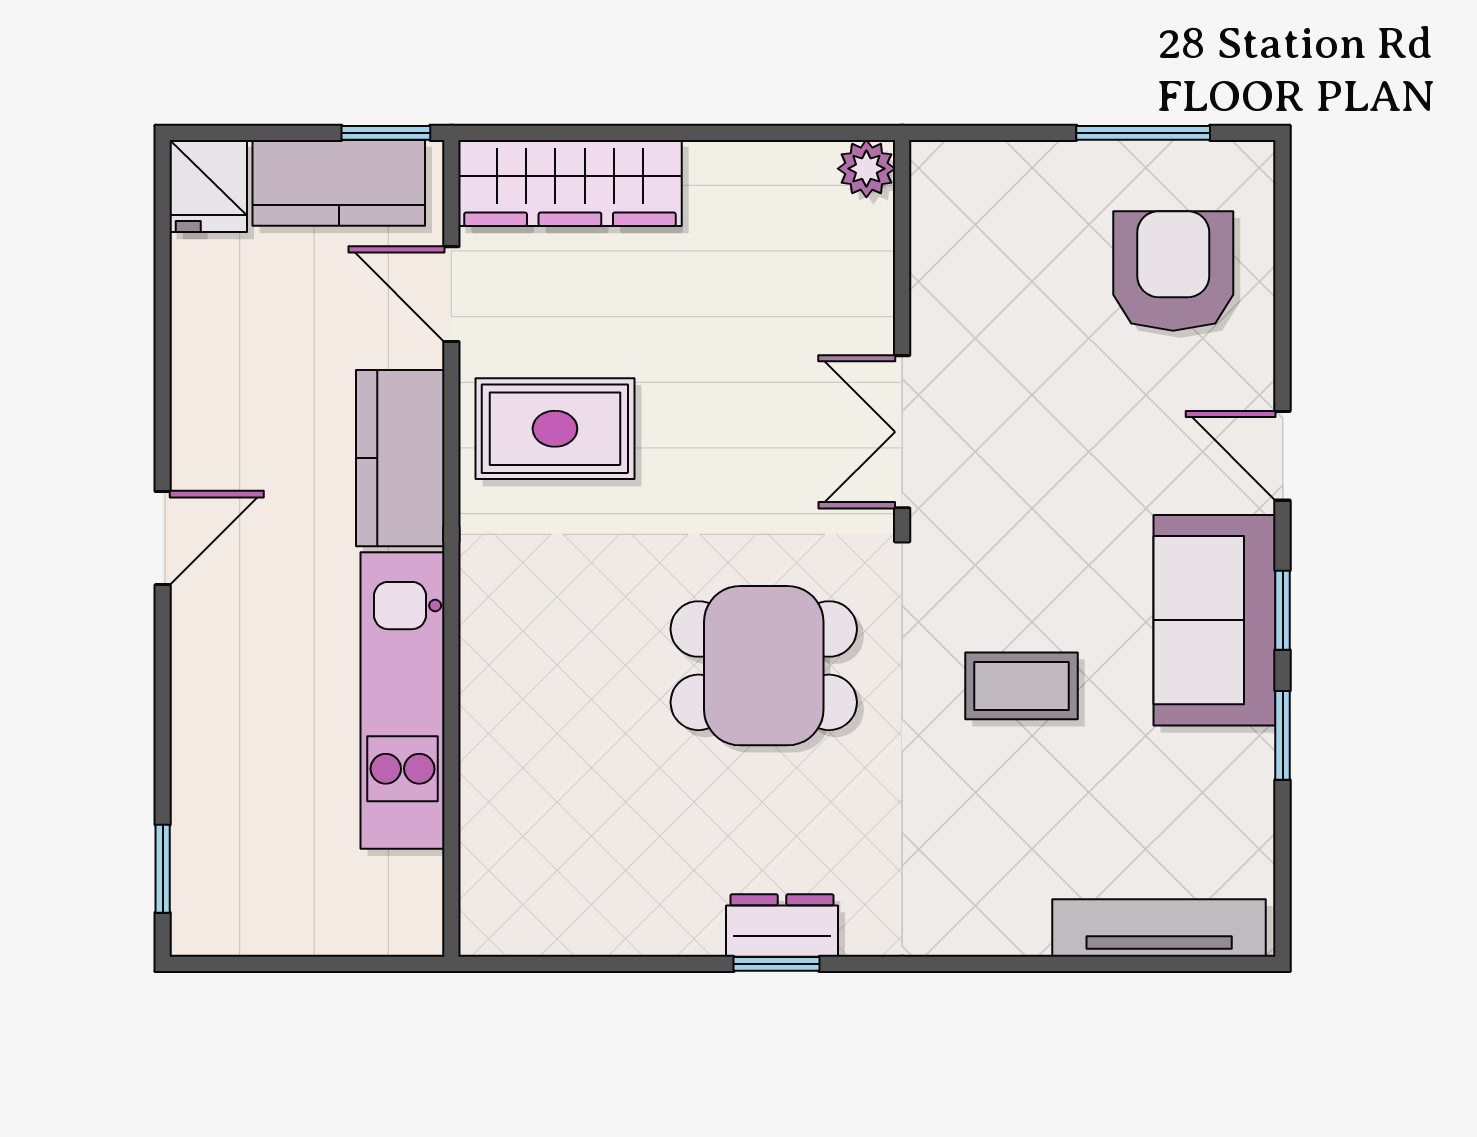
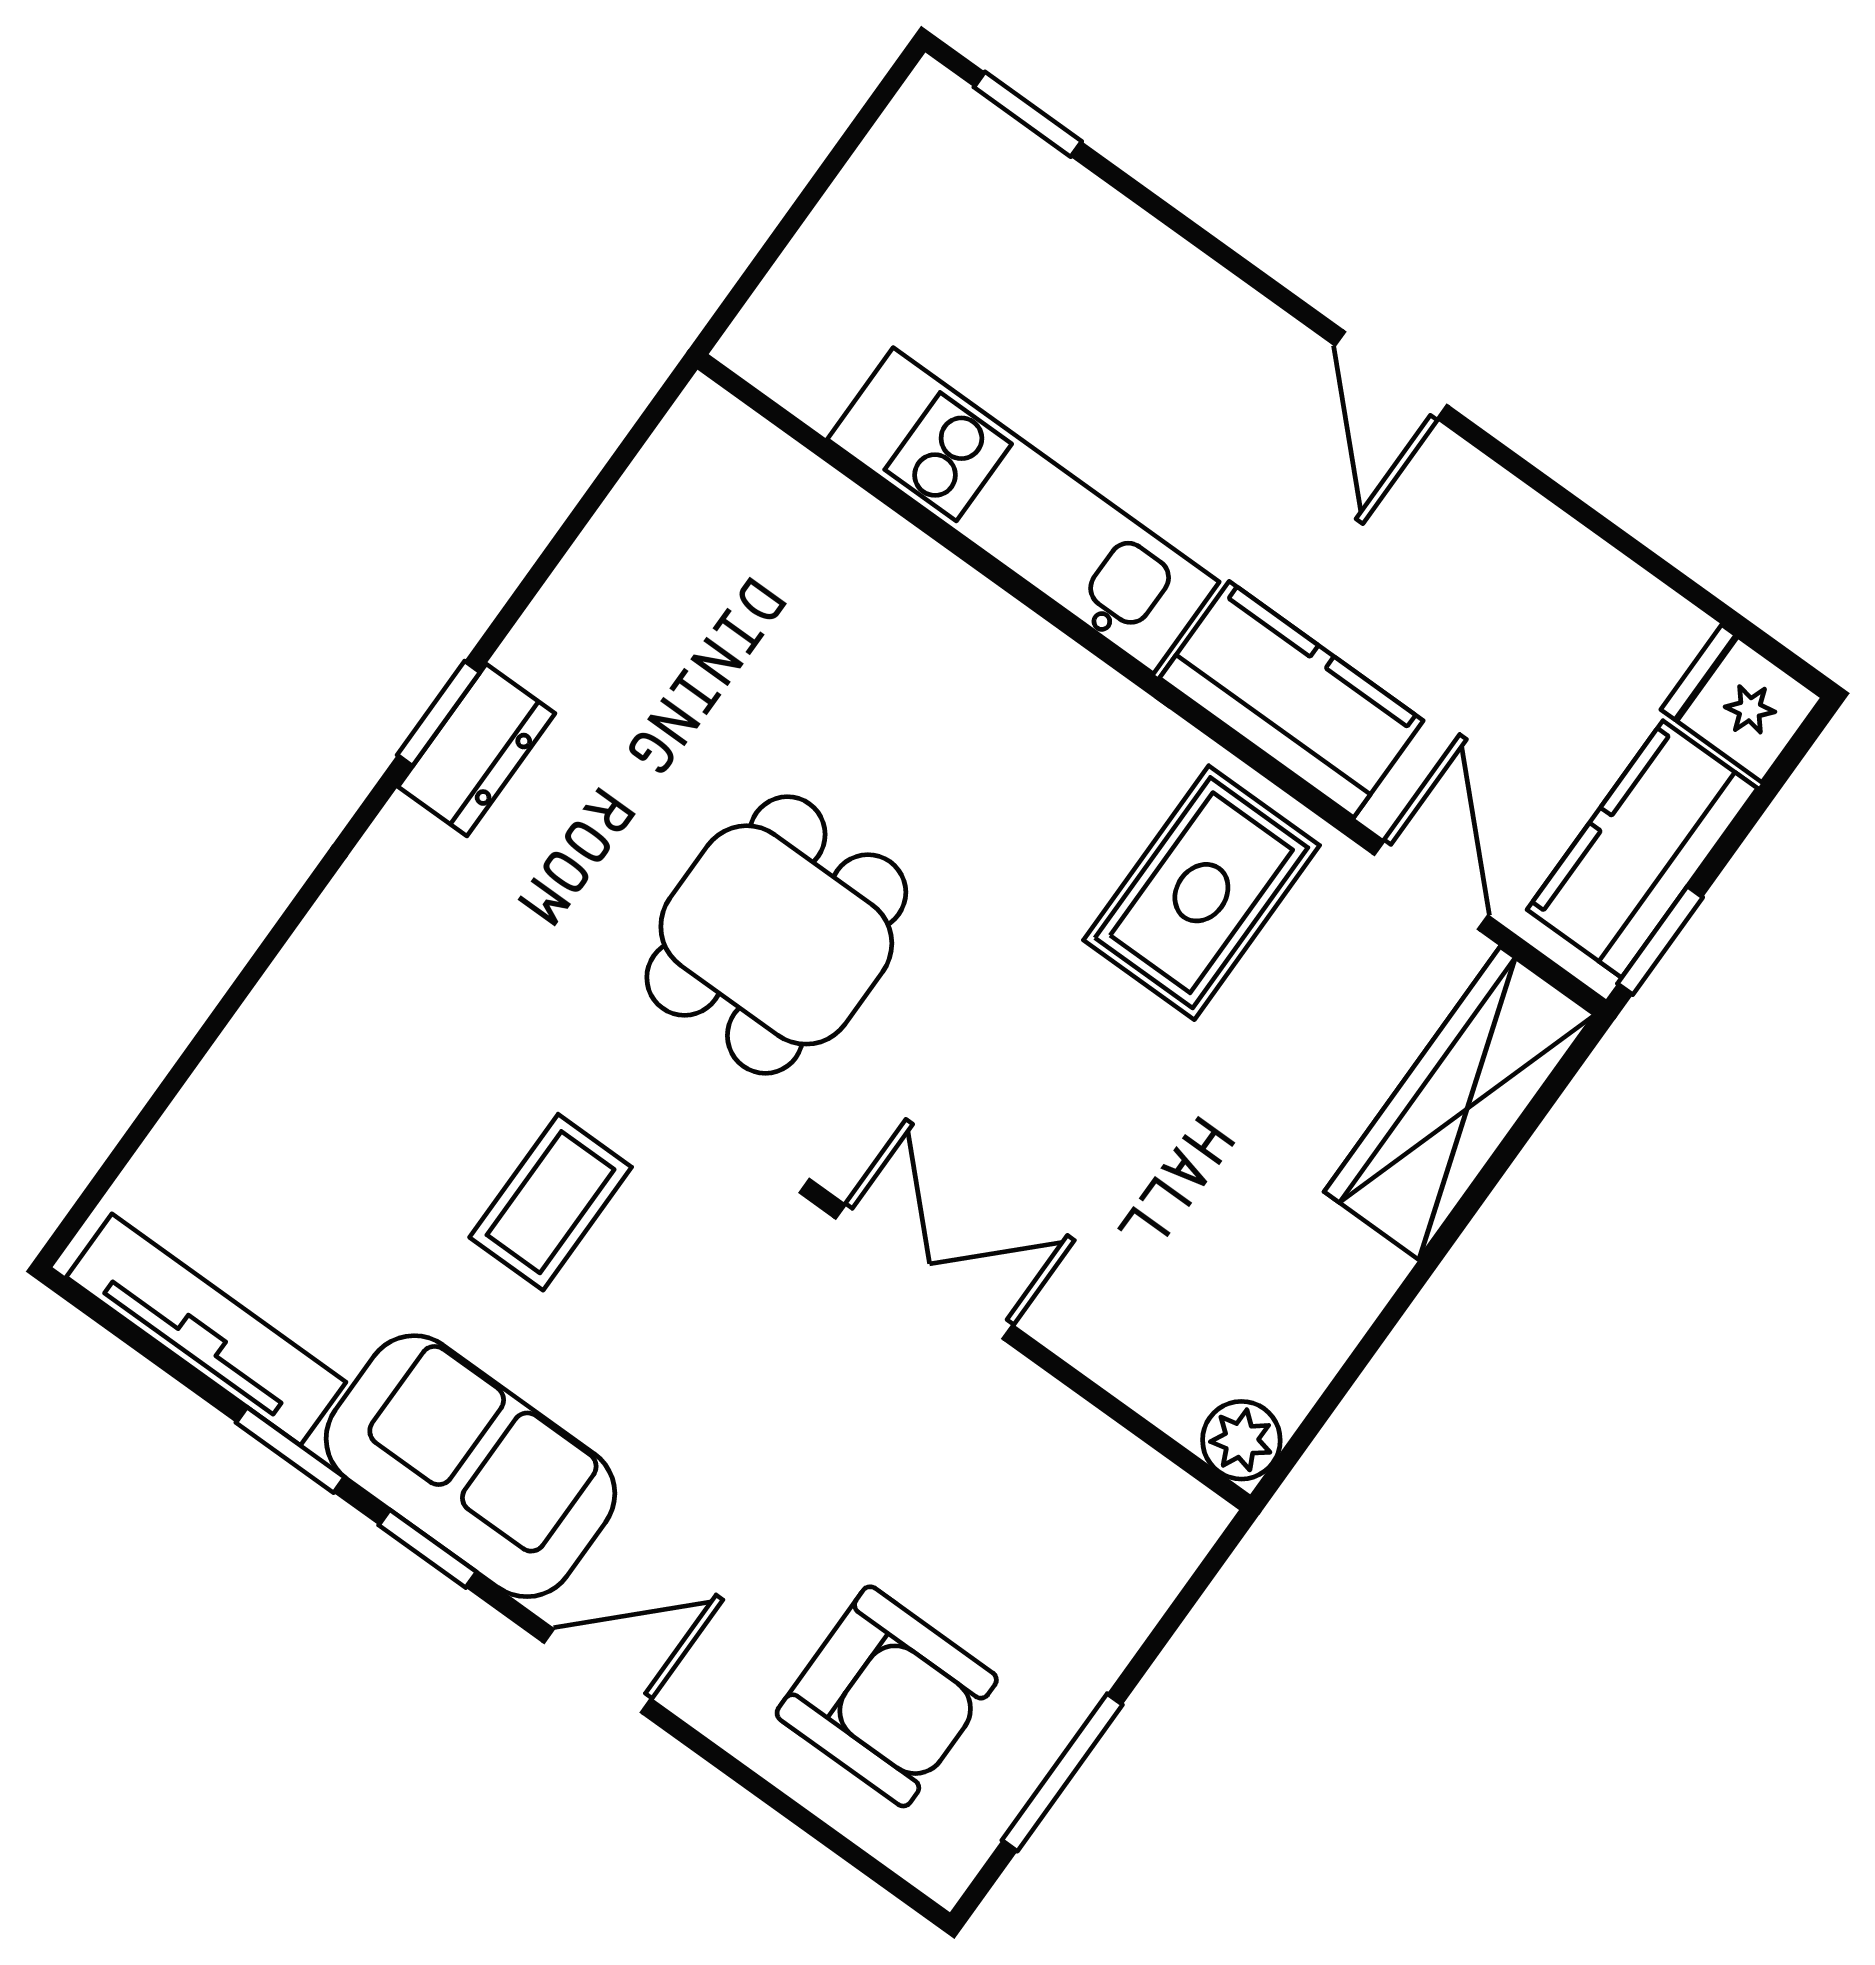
door: (451, 294) -> (1431, 885), hinge flipped
tv unit: (1159, 928) -> (206, 1330), moved, turned -90

